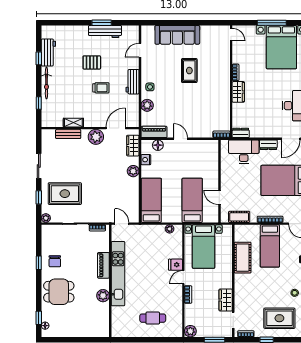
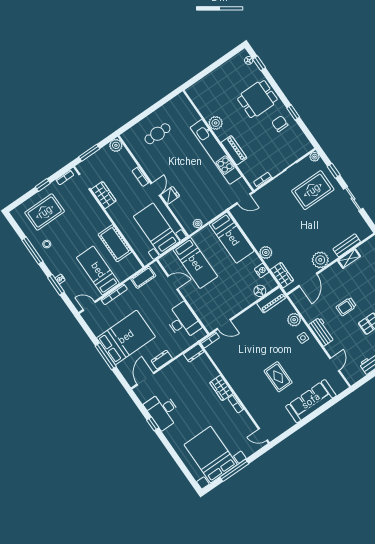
door: (181, 139) -> (224, 324), moved
desk: (244, 152) -> (183, 321), moved, turned -90

